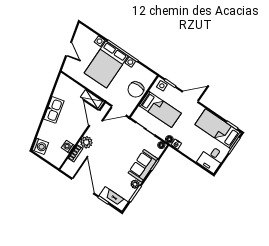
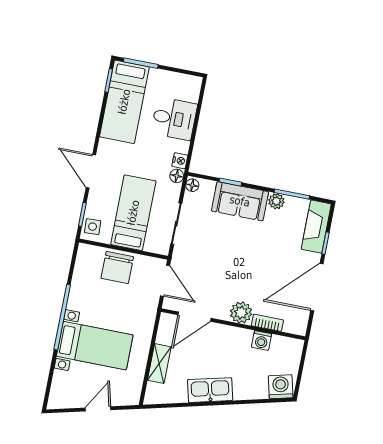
bed with nightstands: (106, 65) -> (95, 346), width x0.73
chair: (136, 89) -> (117, 267), turned 90
shelving: (92, 99) -> (159, 364), moved
desk: (211, 159) -> (174, 119), moved

